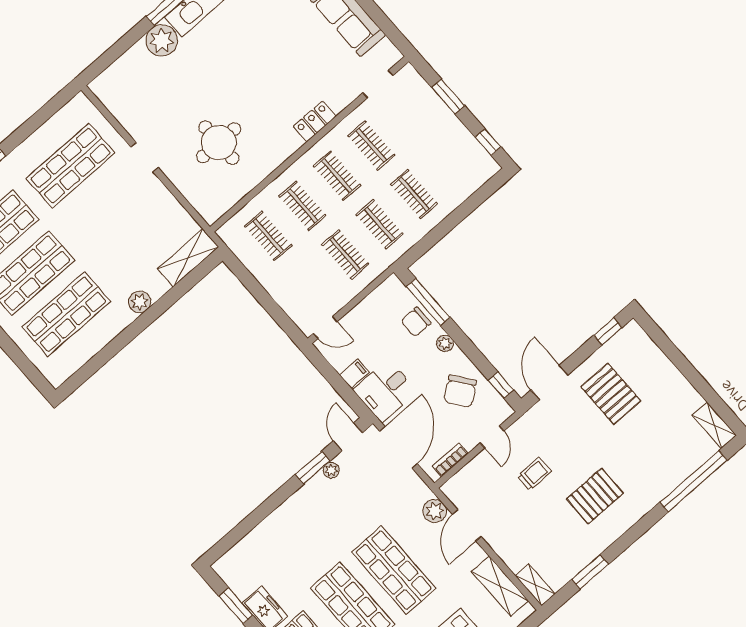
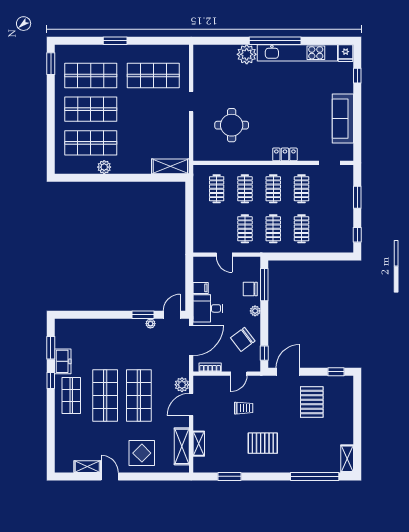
plant: (140, 302) -> (104, 167), moved
door: (325, 328) -> (224, 255), moved
shelving: (535, 585) -> (199, 444), moved

